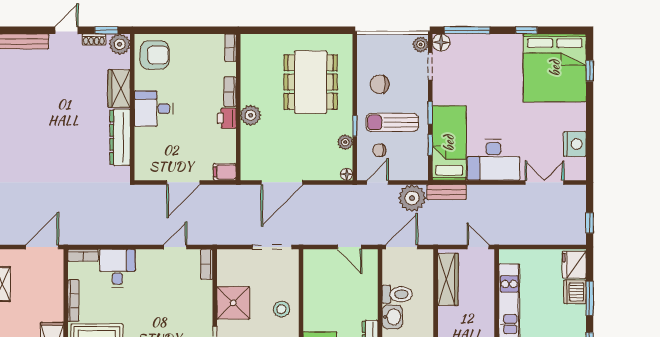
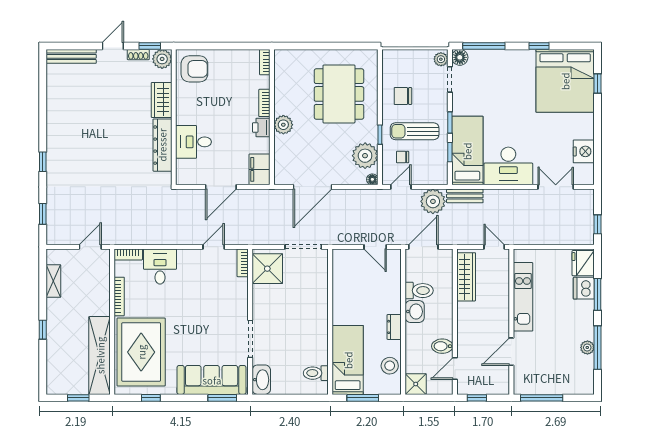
desk: (154, 109) -> (194, 142), moved
plant: (345, 142) -> (365, 156), width x1.88, depth x1.88
filing cabinet: (225, 172) -> (259, 169), width x2.00
door: (42, 247) -> (90, 247), width x0.73
shower: (233, 303) -> (267, 269), moved
stool: (281, 309) -> (312, 304), removed

